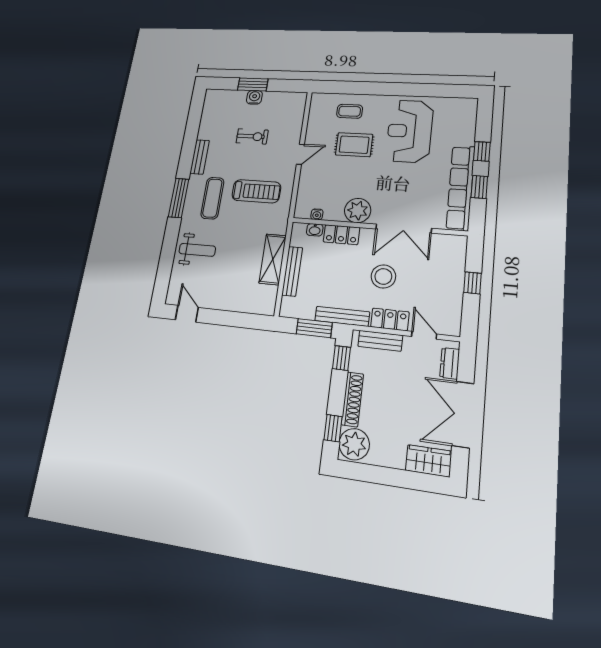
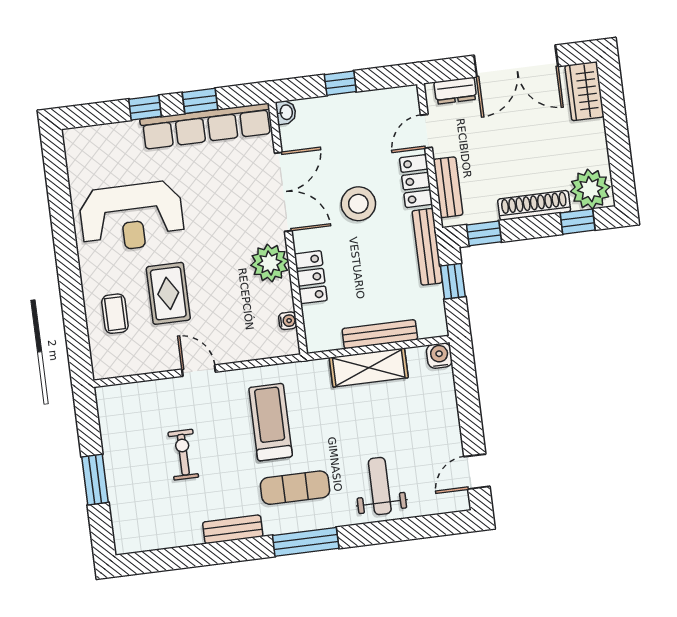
water cooler: (254, 97) -> (439, 356), moved, turned 90
washbasin: (315, 230) -> (286, 112), moved
window: (314, 328) -> (453, 281), width x0.67

